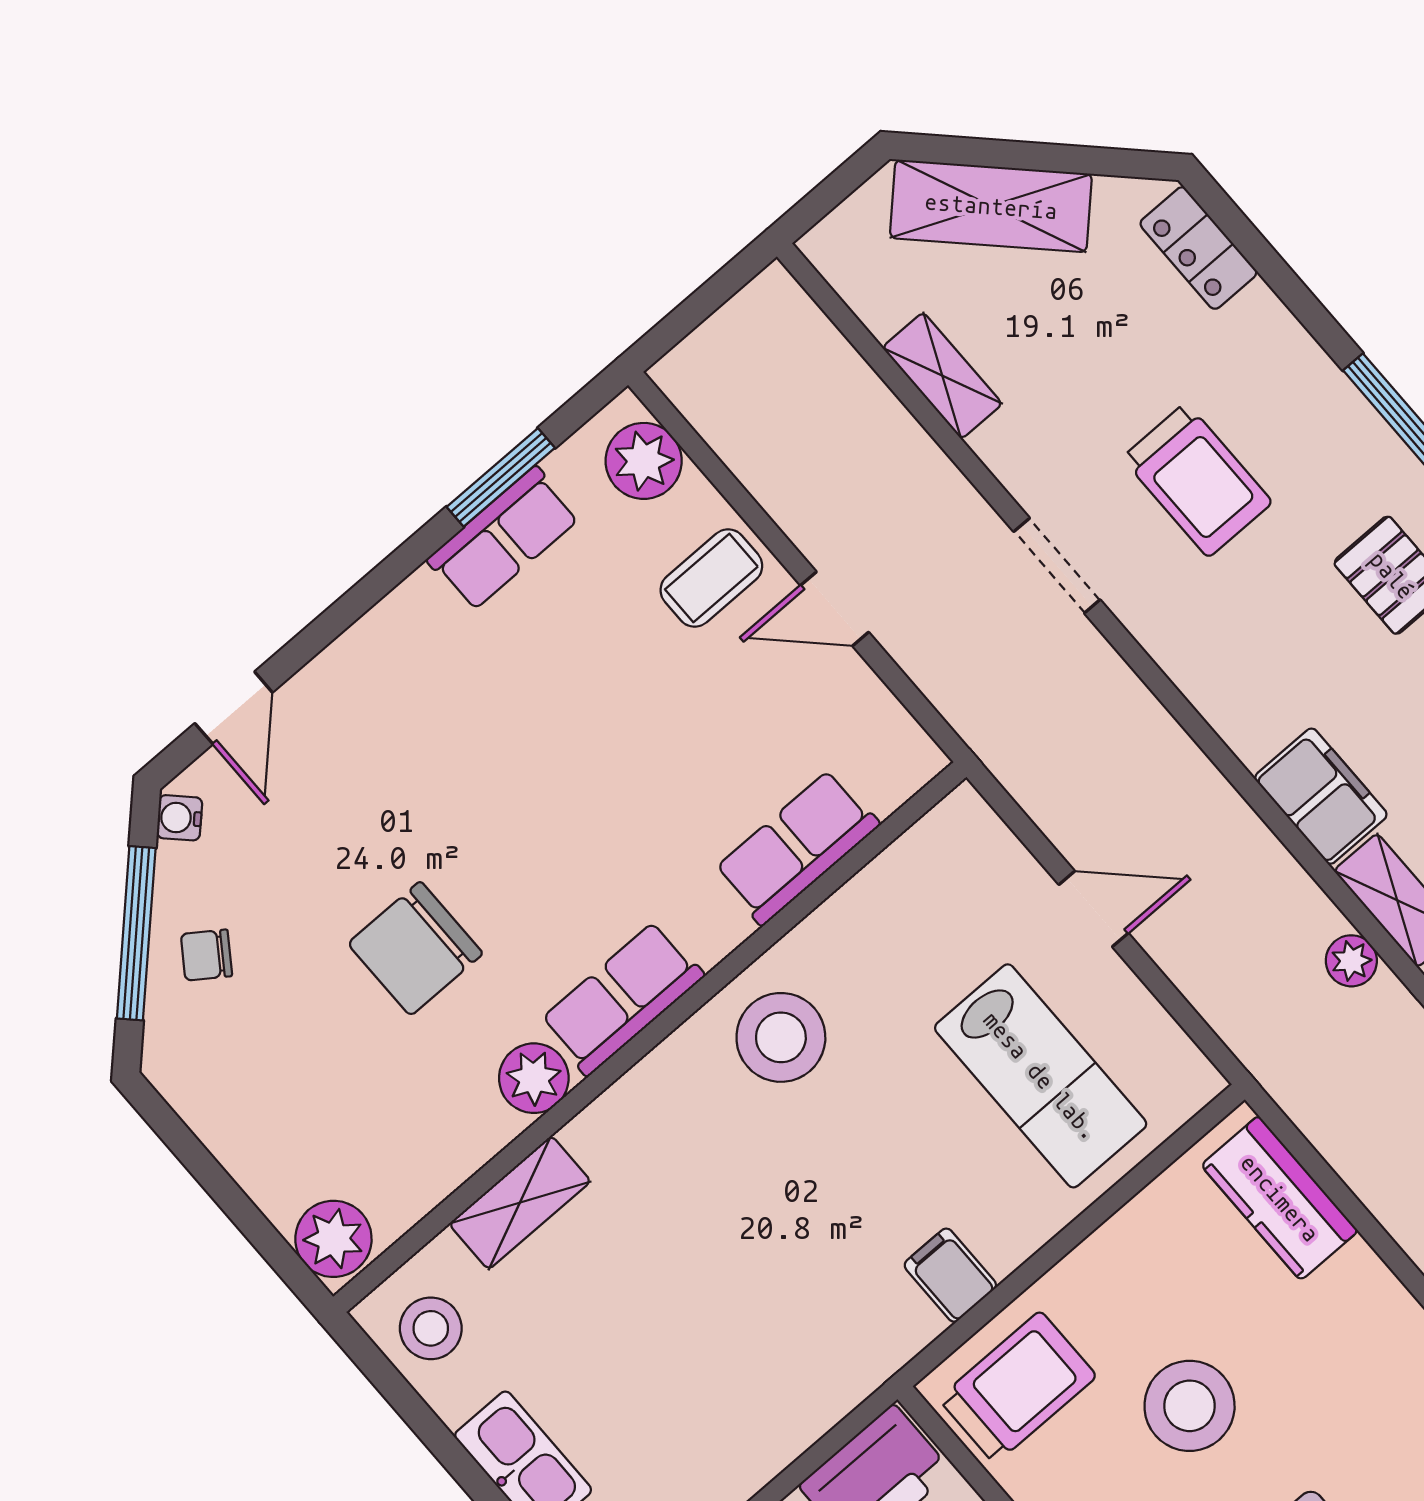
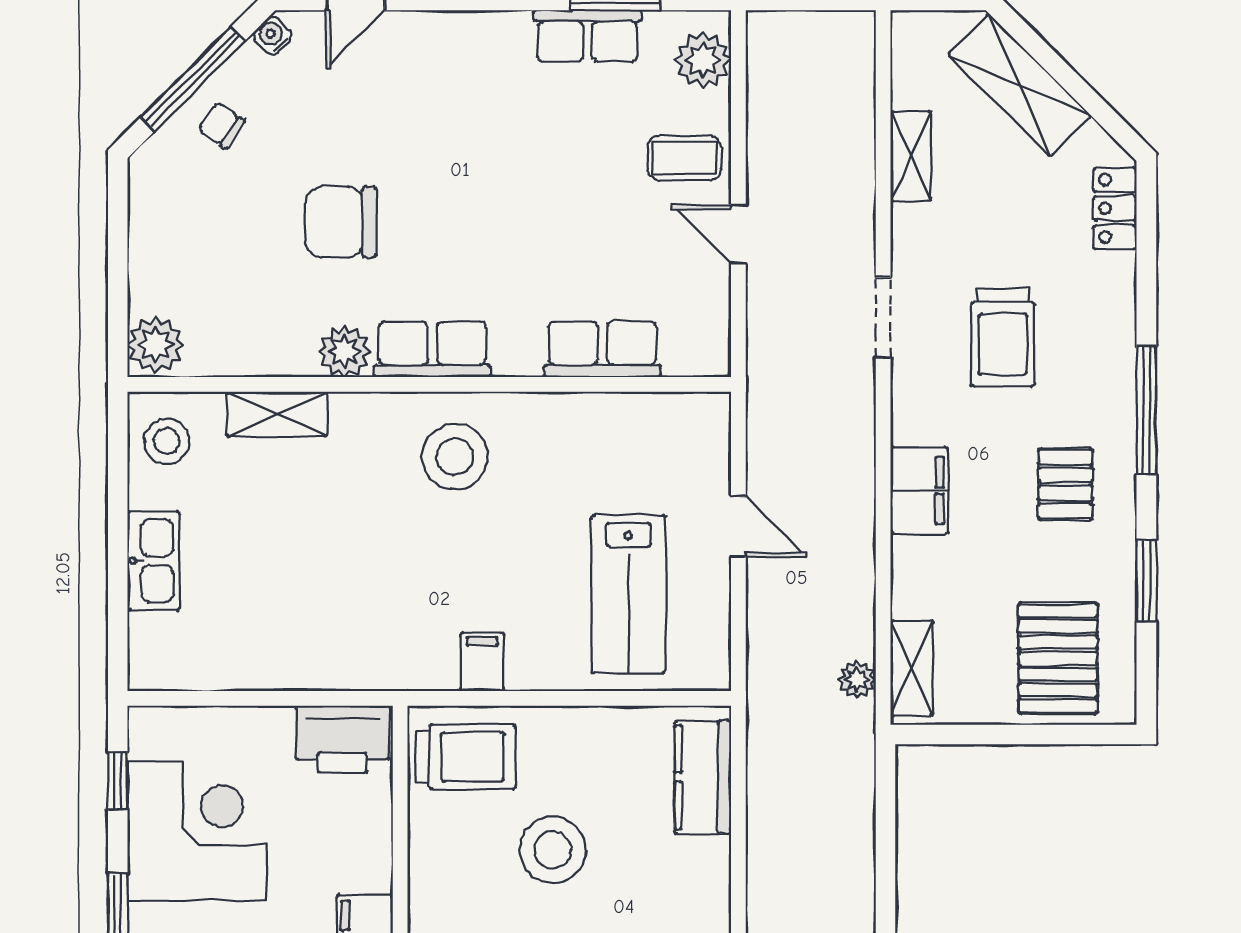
filing cabinet: (1321, 796) -> (919, 491), moved
stool: (781, 1037) -> (455, 457), moved

